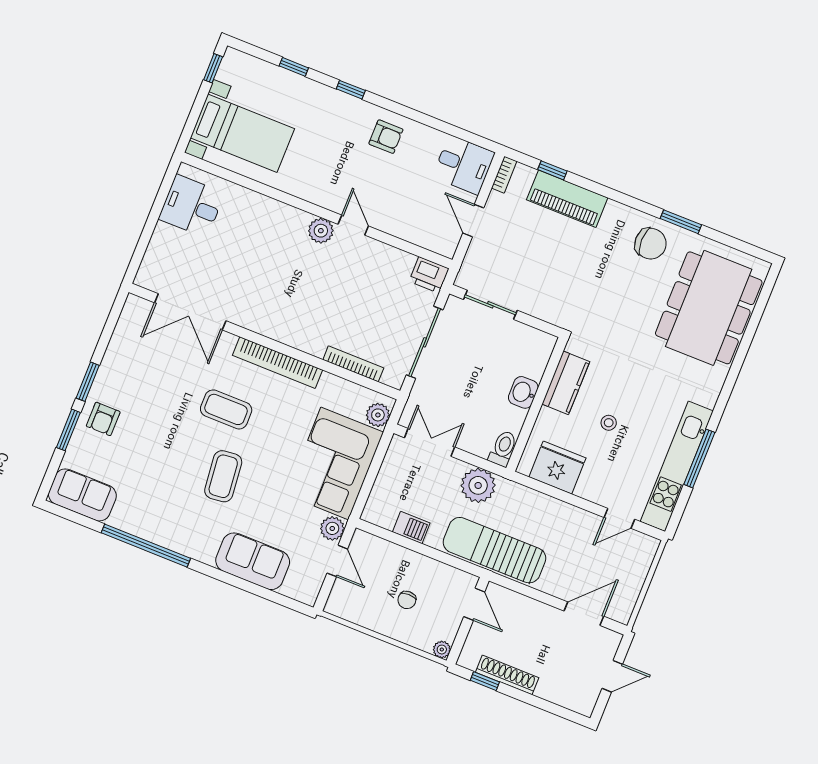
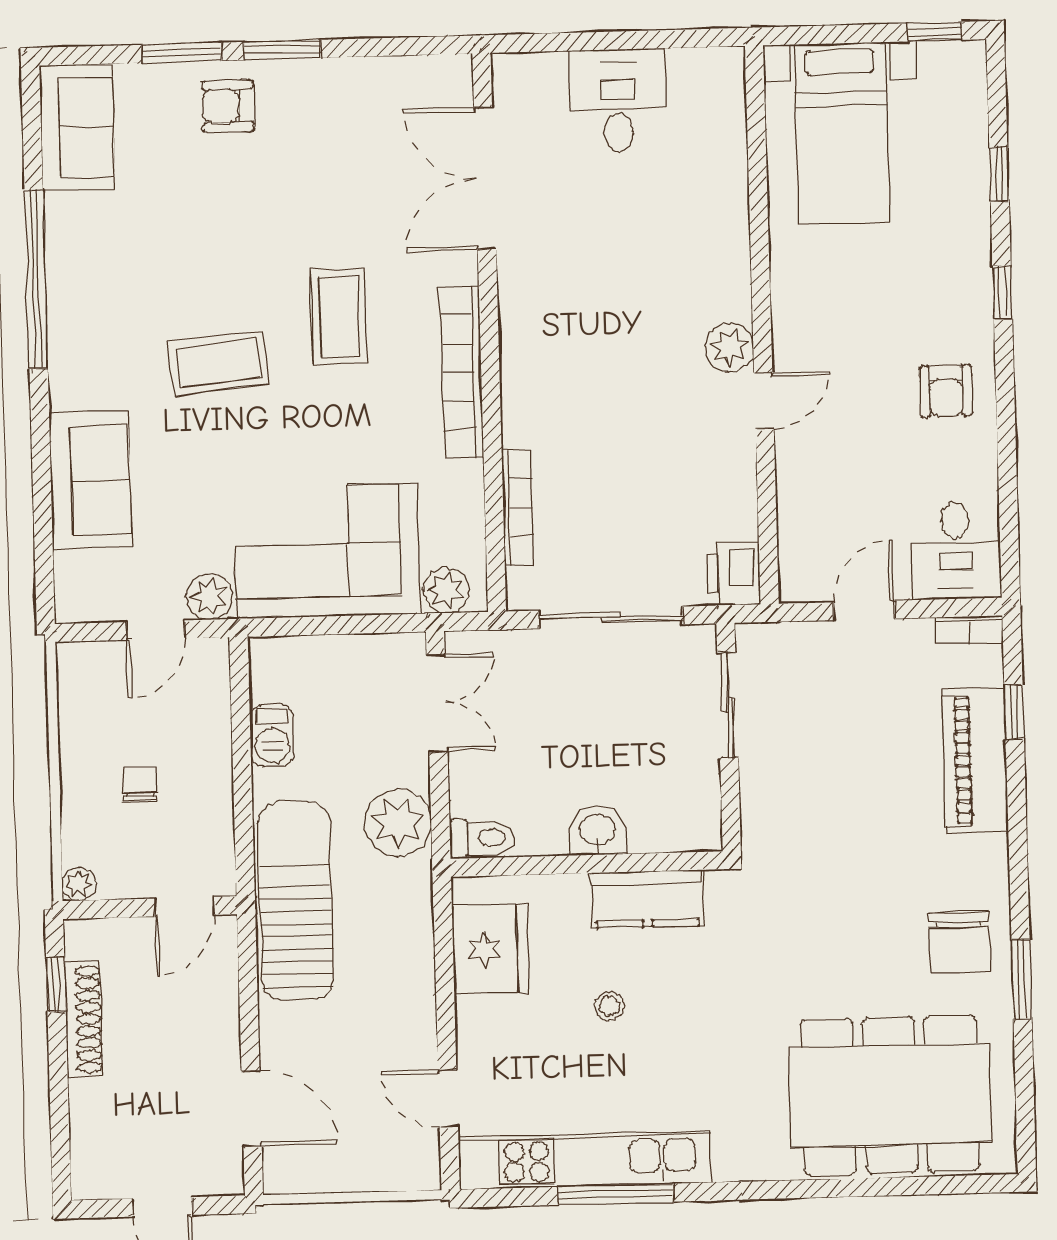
desk: (192, 206) -> (618, 101), moved
chair: (407, 600) -> (140, 784), turned 90

